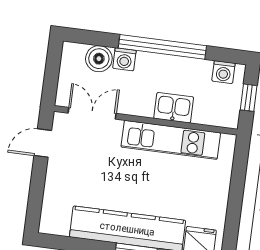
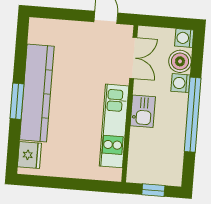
washing machine: (223, 72) -> (184, 38), moved
kitchen sink: (174, 108) -> (143, 111), moved

